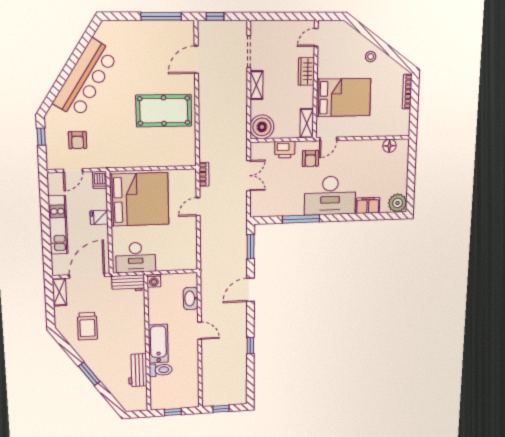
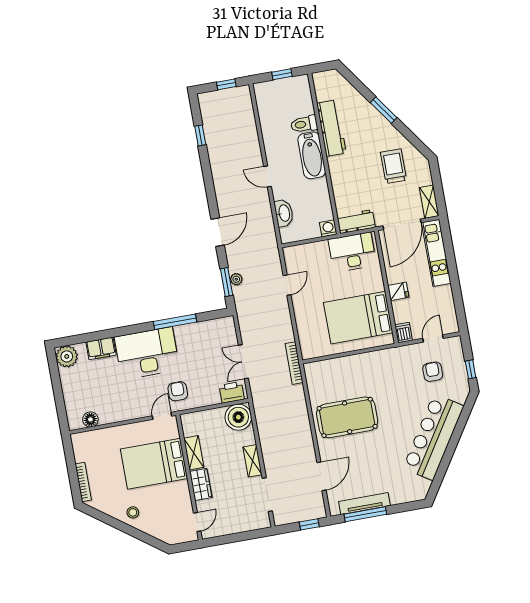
tv unit: (160, 27) -> (364, 504), added
shelving: (307, 123) -> (194, 453), moved
printer: (285, 150) -> (232, 392), moved
bookcase: (204, 174) -> (294, 363), width x1.56
bed: (139, 199) -> (358, 318), width x0.73
door: (198, 207) -> (287, 285), moved
kitchen unit: (58, 225) -> (436, 253), moved
plant: (242, 248) -> (236, 279), added
window: (250, 346) -> (200, 135), moved
workbench: (138, 370) -> (331, 128), width x1.38

